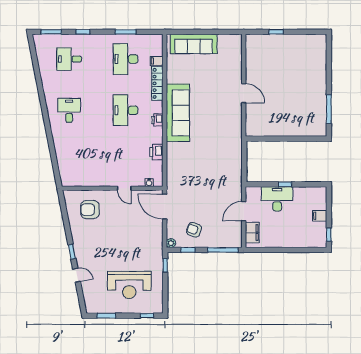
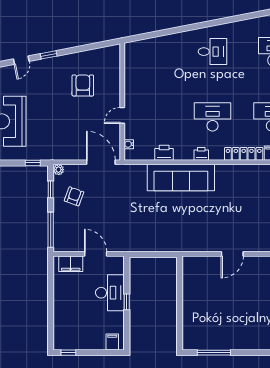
sofa: (178, 113) -> (181, 178), moved
door: (165, 207) -> (101, 162), hinge flipped
armchair: (90, 210) -> (83, 85), moved
filing cabinet: (320, 216) -> (112, 342), moved

